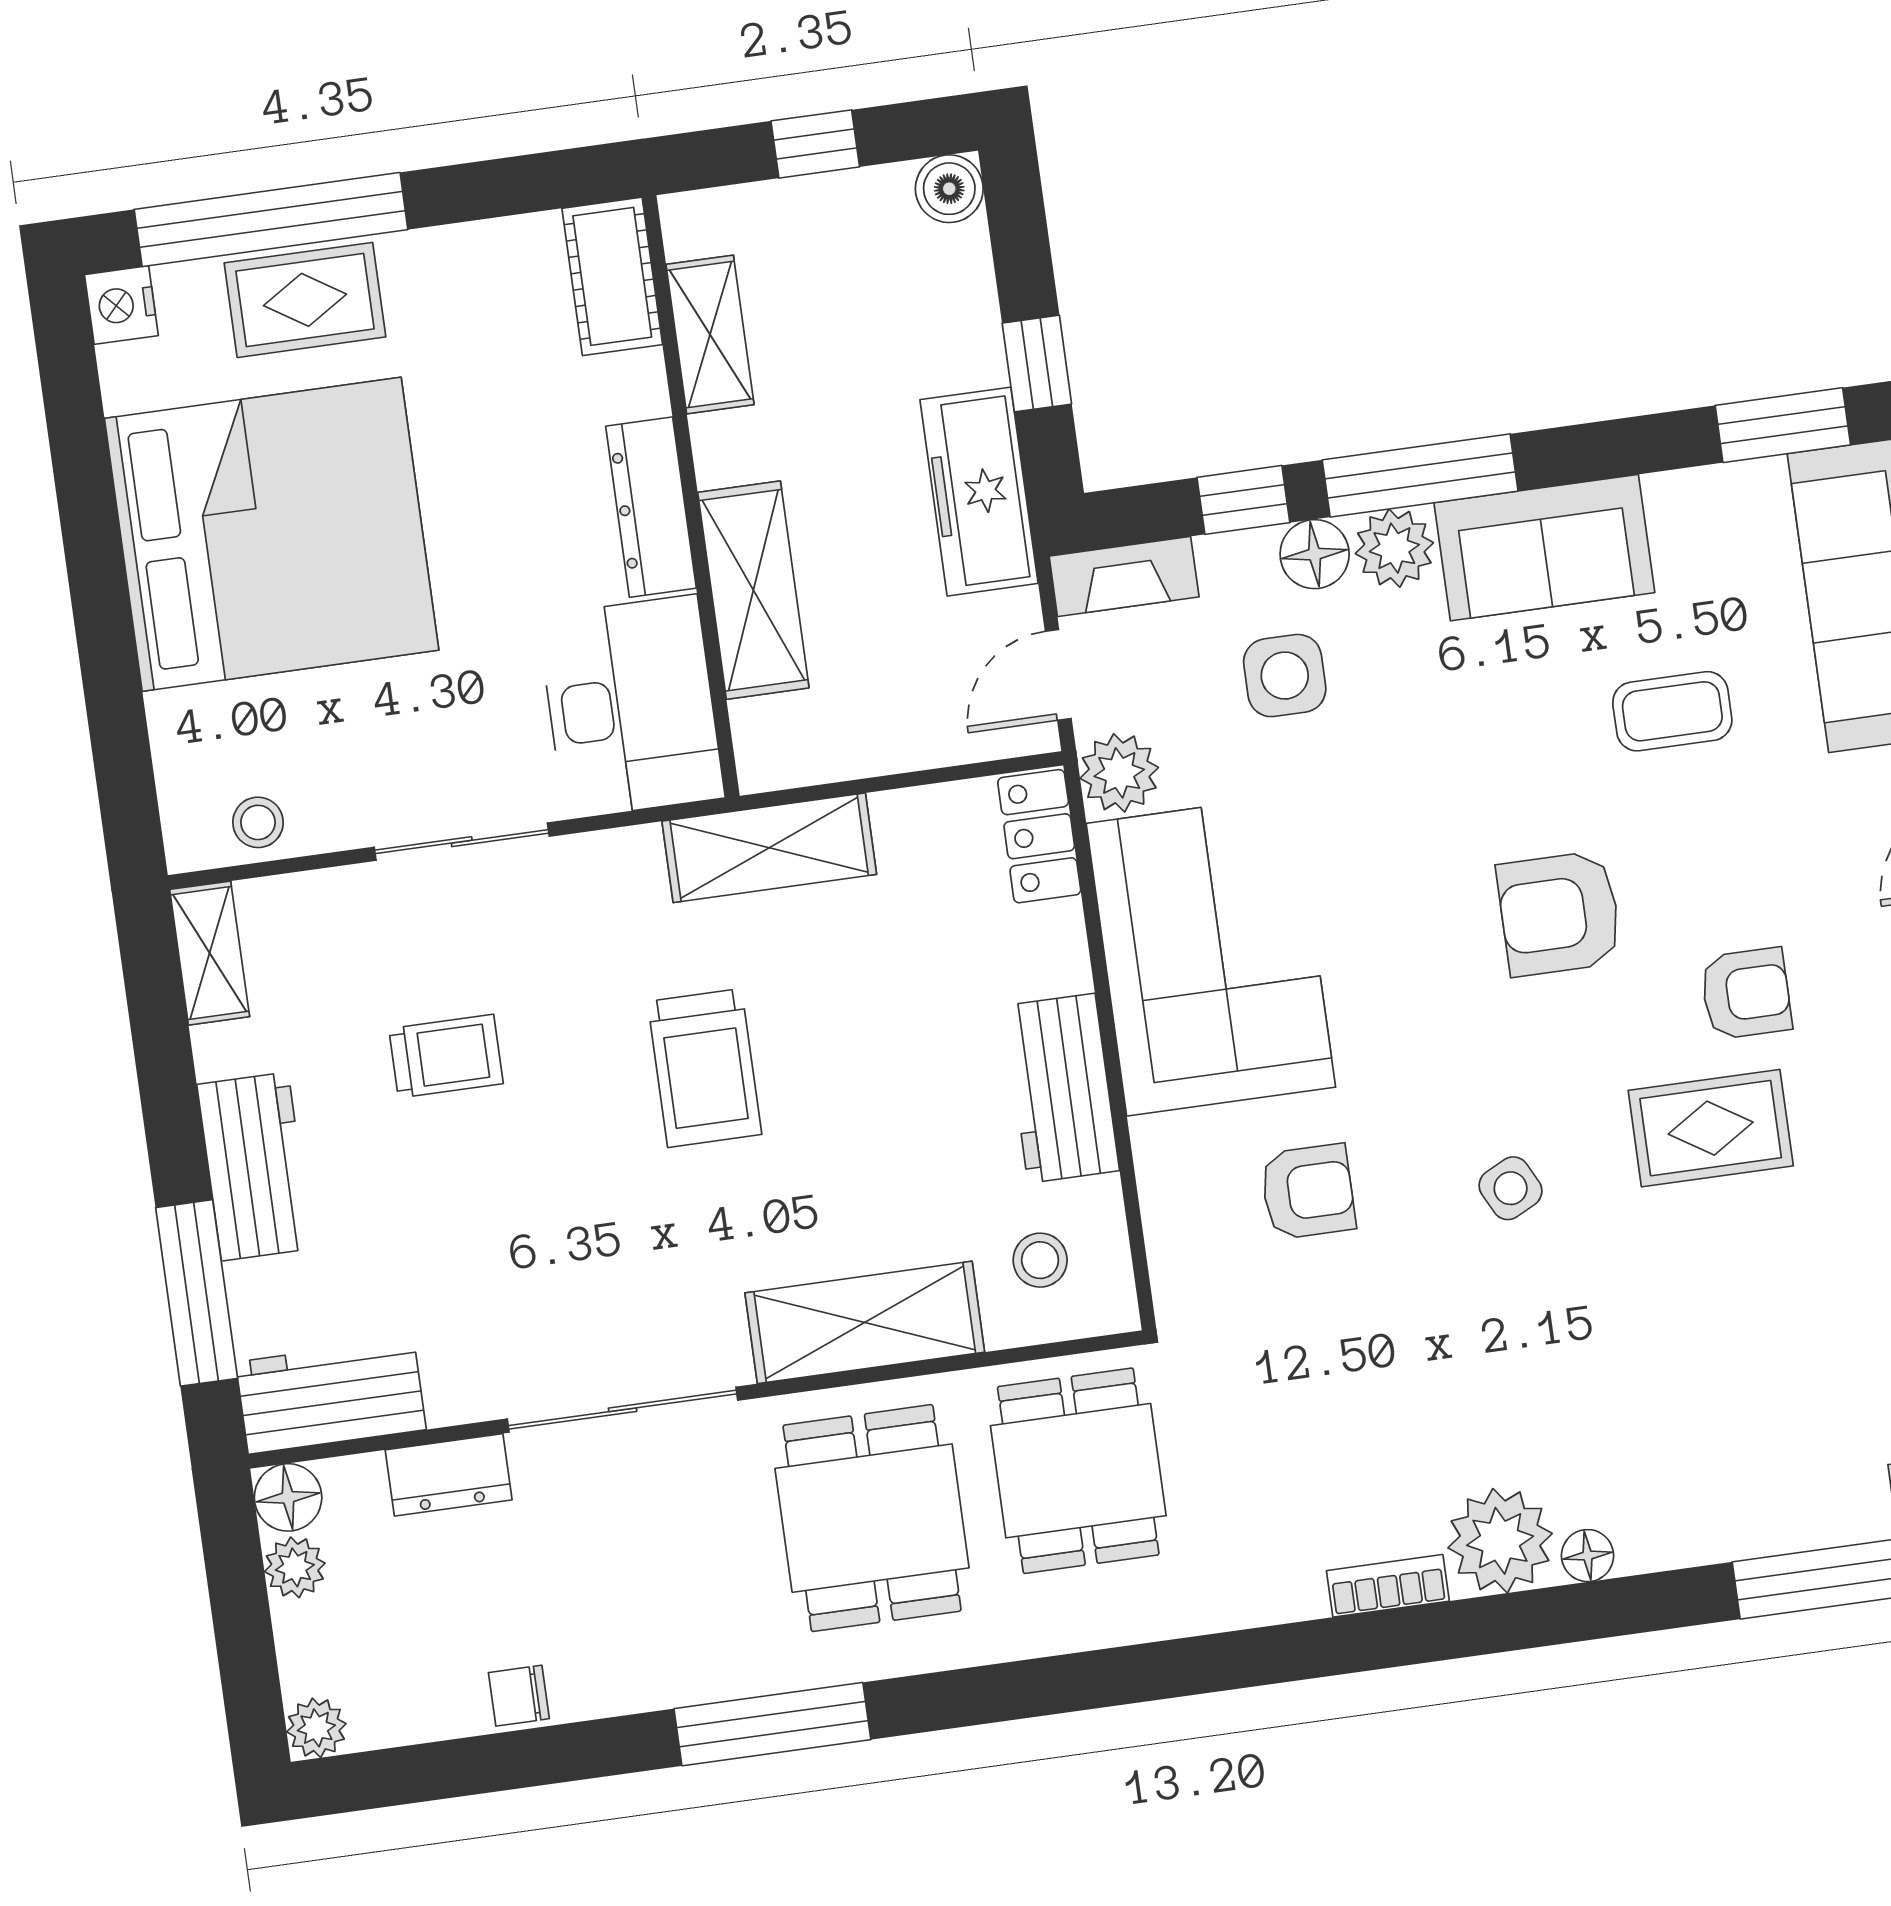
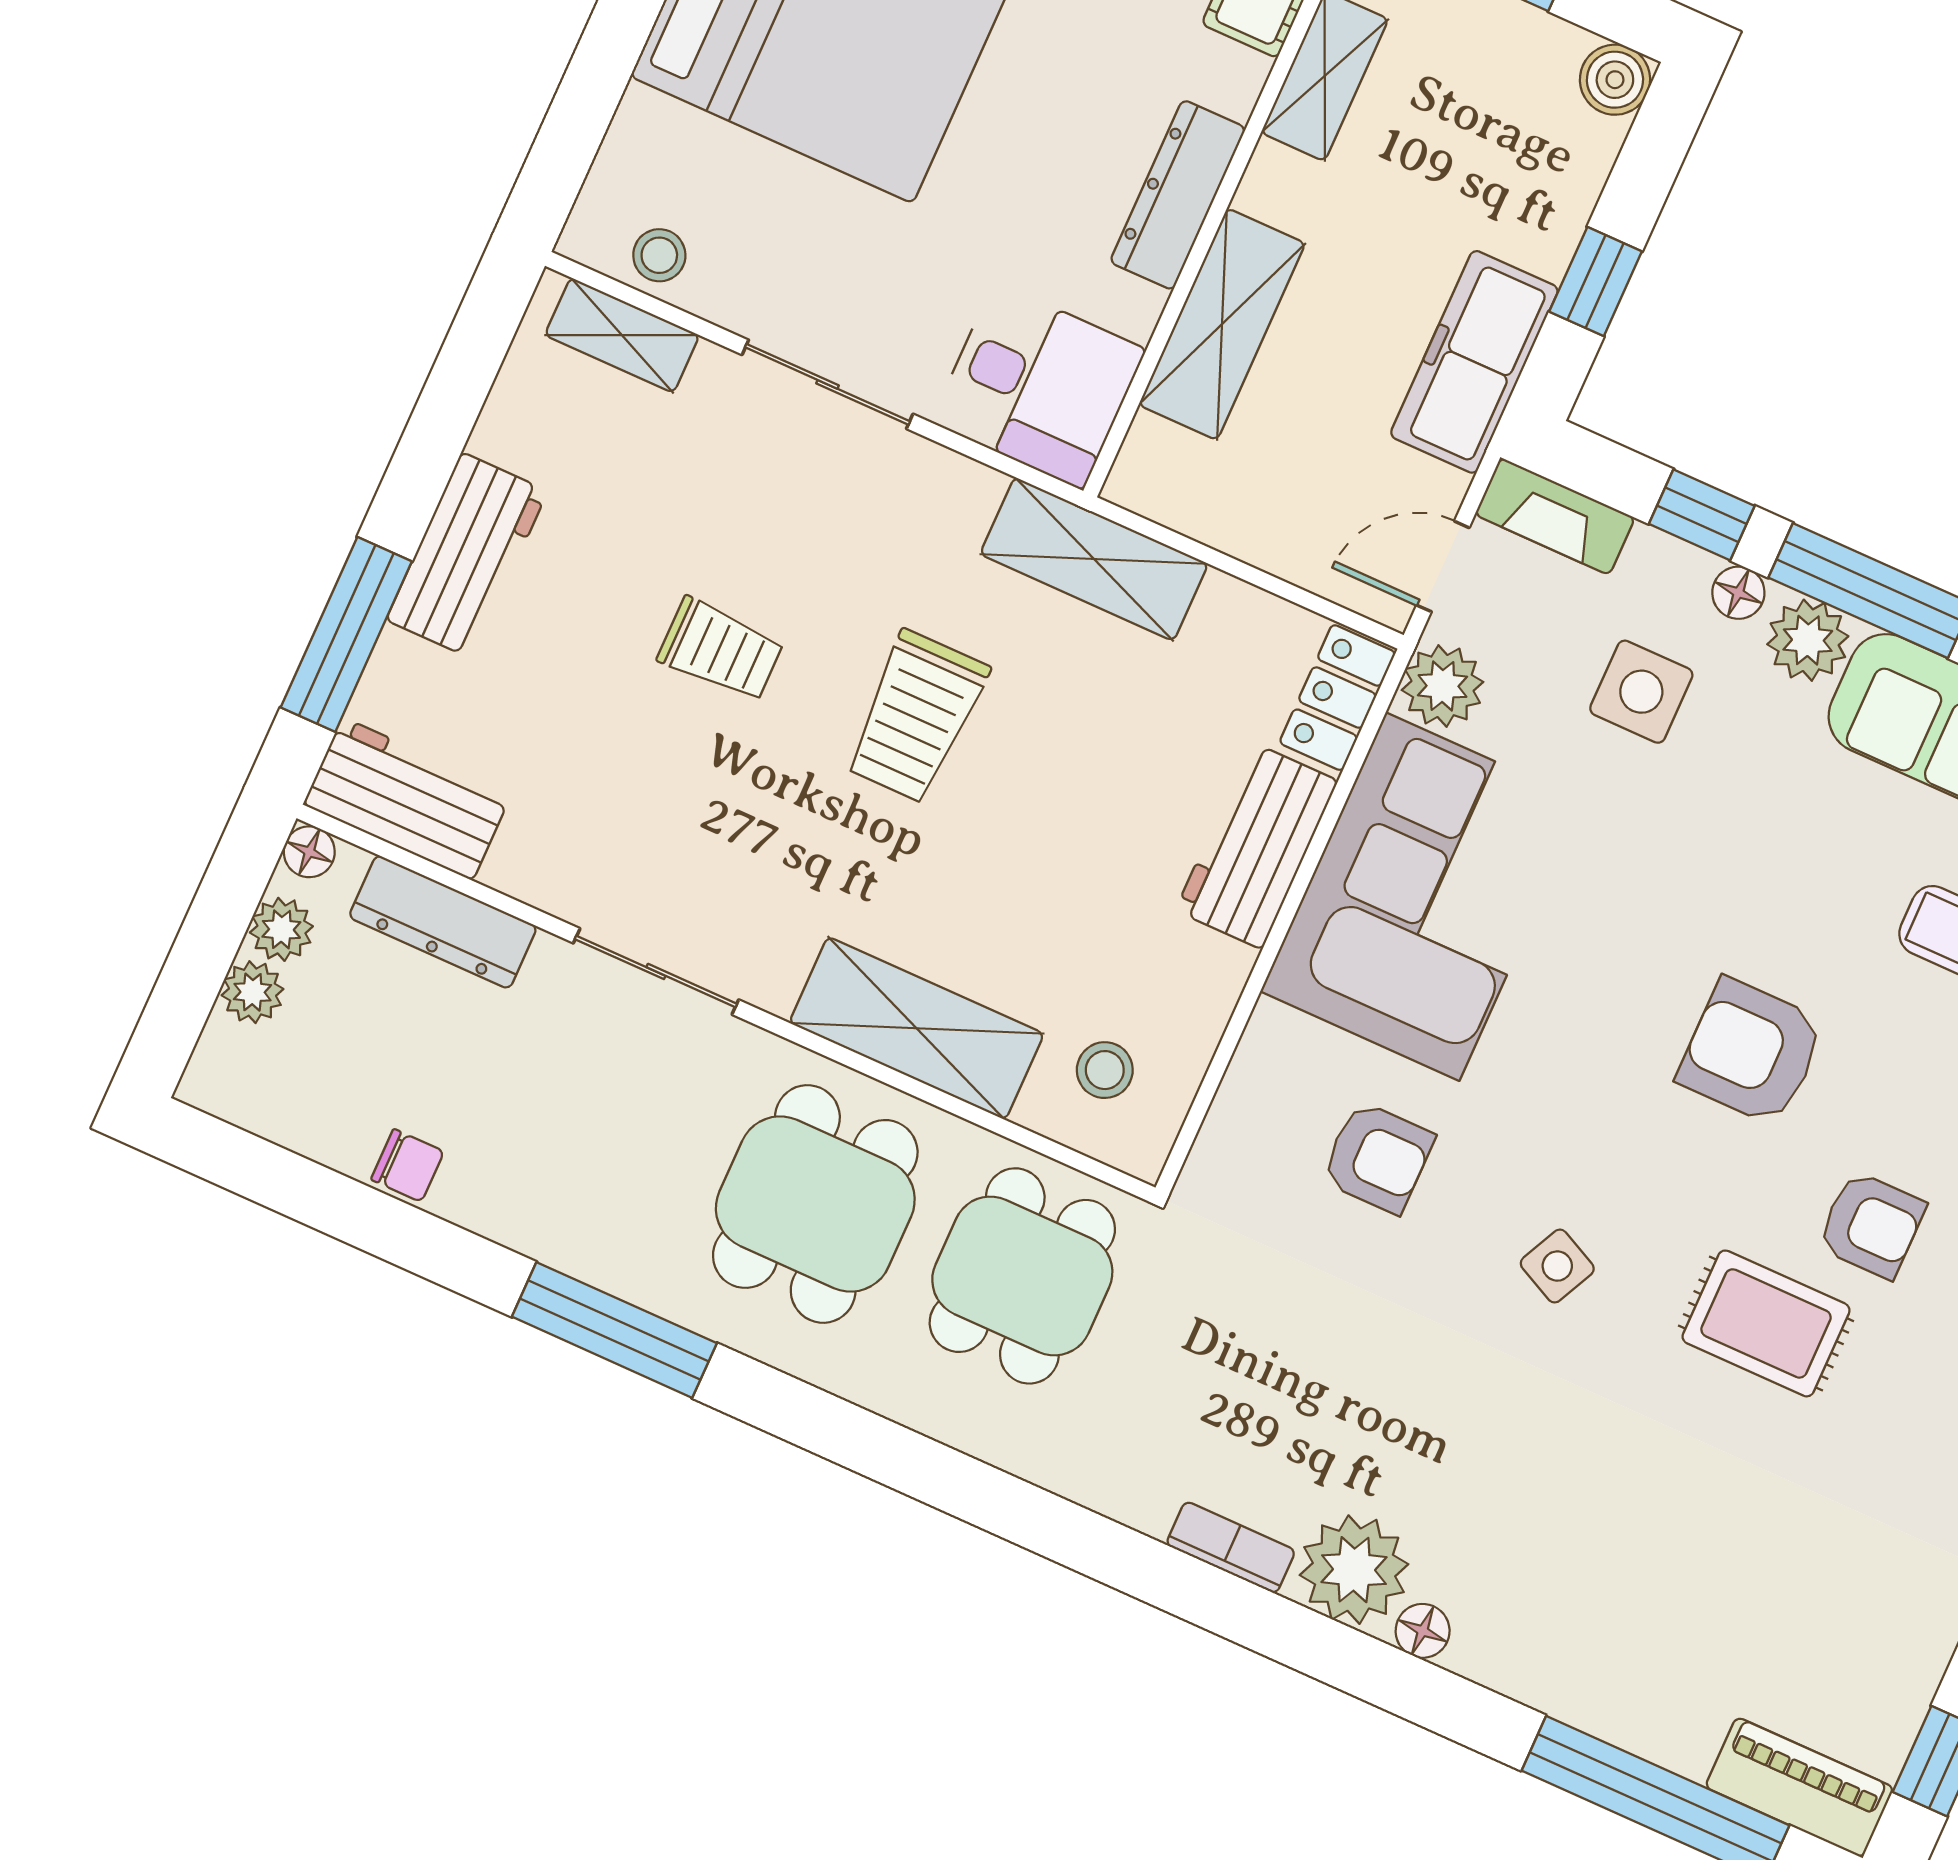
floor lamp: (1315, 554) -> (1738, 593), width x0.73, depth x0.73
desk: (631, 707) -> (1039, 386), width x0.73
shelving: (210, 953) -> (622, 335), moved, turned 90
trolley: (446, 1056) -> (721, 650), moved
workbench: (1061, 1088) -> (1257, 846), moved
side table: (1511, 1188) -> (1557, 1266), turned -37
sliding door: (623, 1410) -> (656, 971), width x0.73
dresser: (449, 1475) -> (443, 922), width x1.44
floor lamp: (288, 1497) -> (309, 852), width x0.73, depth x0.73
chair: (519, 1696) -> (407, 1165), turned 180
plant: (316, 1728) -> (253, 992), moved

